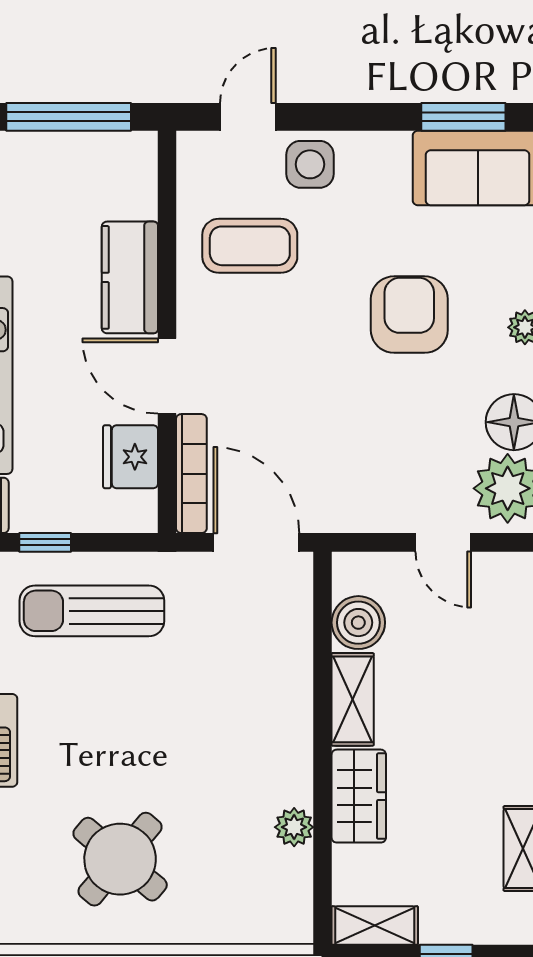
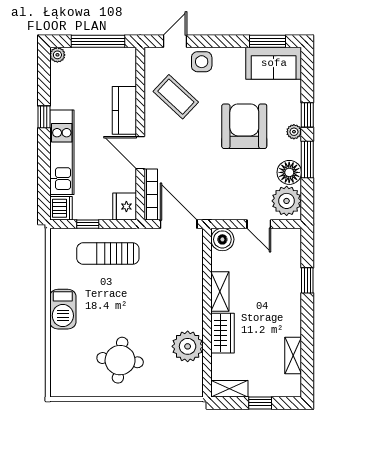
coffee table: (250, 246) -> (176, 97), turned 43
armchair: (409, 315) -> (244, 126), width x1.36, depth x1.36
fridge: (131, 457) -> (125, 207), moved
boiler: (358, 623) -> (222, 239), moved
plant: (294, 827) -> (188, 346), width x1.88, depth x1.88
round table: (120, 859) -> (120, 360), turned -33

